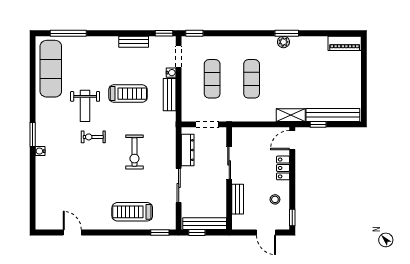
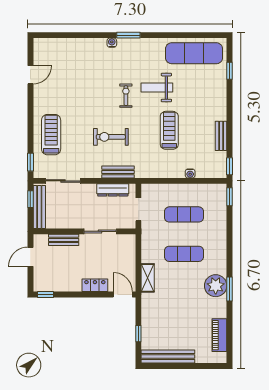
window: (68, 33) -> (230, 71), width x0.46
plant: (283, 42) -> (216, 286), width x1.88, depth x1.88
piano: (345, 43) -> (219, 335), moved
doorway: (179, 56) -> (206, 181), removed
treadmill: (128, 94) -> (169, 130), turned 180
bench: (170, 95) -> (118, 172), moved
shelving: (291, 115) -> (148, 278), moved
bench: (333, 115) -> (168, 357), moved, turned 90
window: (318, 124) -> (138, 334), moved
sliding door: (179, 185) -> (63, 181), moved
stool: (275, 199) -> (63, 277), removed
door: (266, 232) -> (30, 257), moved

